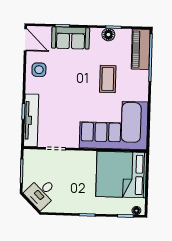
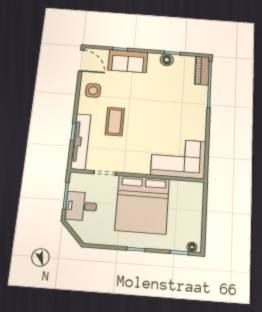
piano: (141, 49) -> (202, 71), width x0.73, depth x0.75
coffee table: (108, 79) -> (115, 122), moved
corner sofa: (114, 125) -> (178, 158), width x0.73, depth x0.74
bed: (121, 174) -> (142, 205), moved, turned -90
desk: (41, 193) -> (81, 206), moved, turned 45

